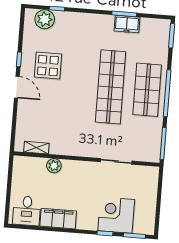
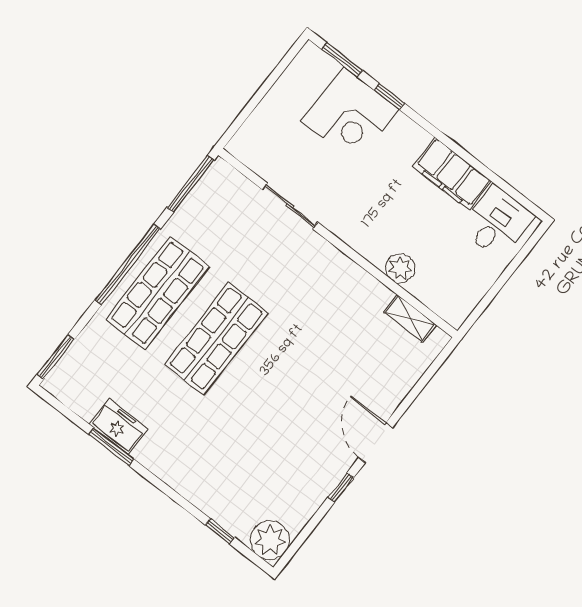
plant: (45, 19) -> (270, 540), moved
display table: (48, 66) -> (299, 445), removed
shop shelf: (111, 87) -> (216, 339), width x0.71

